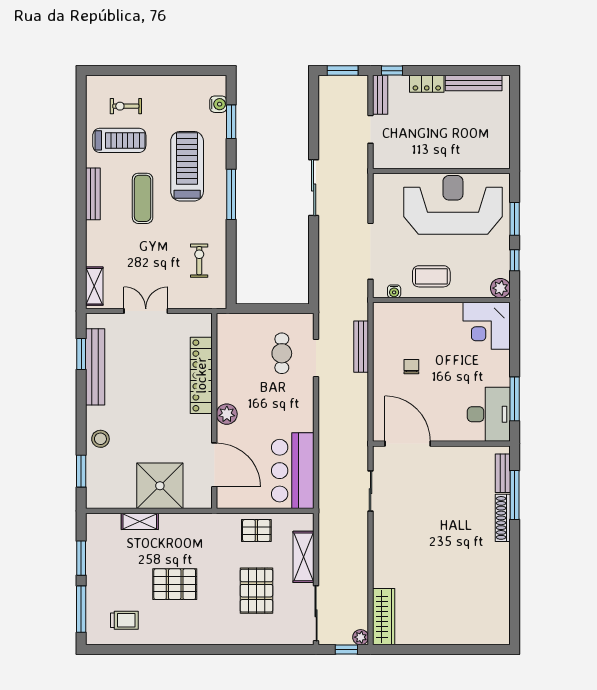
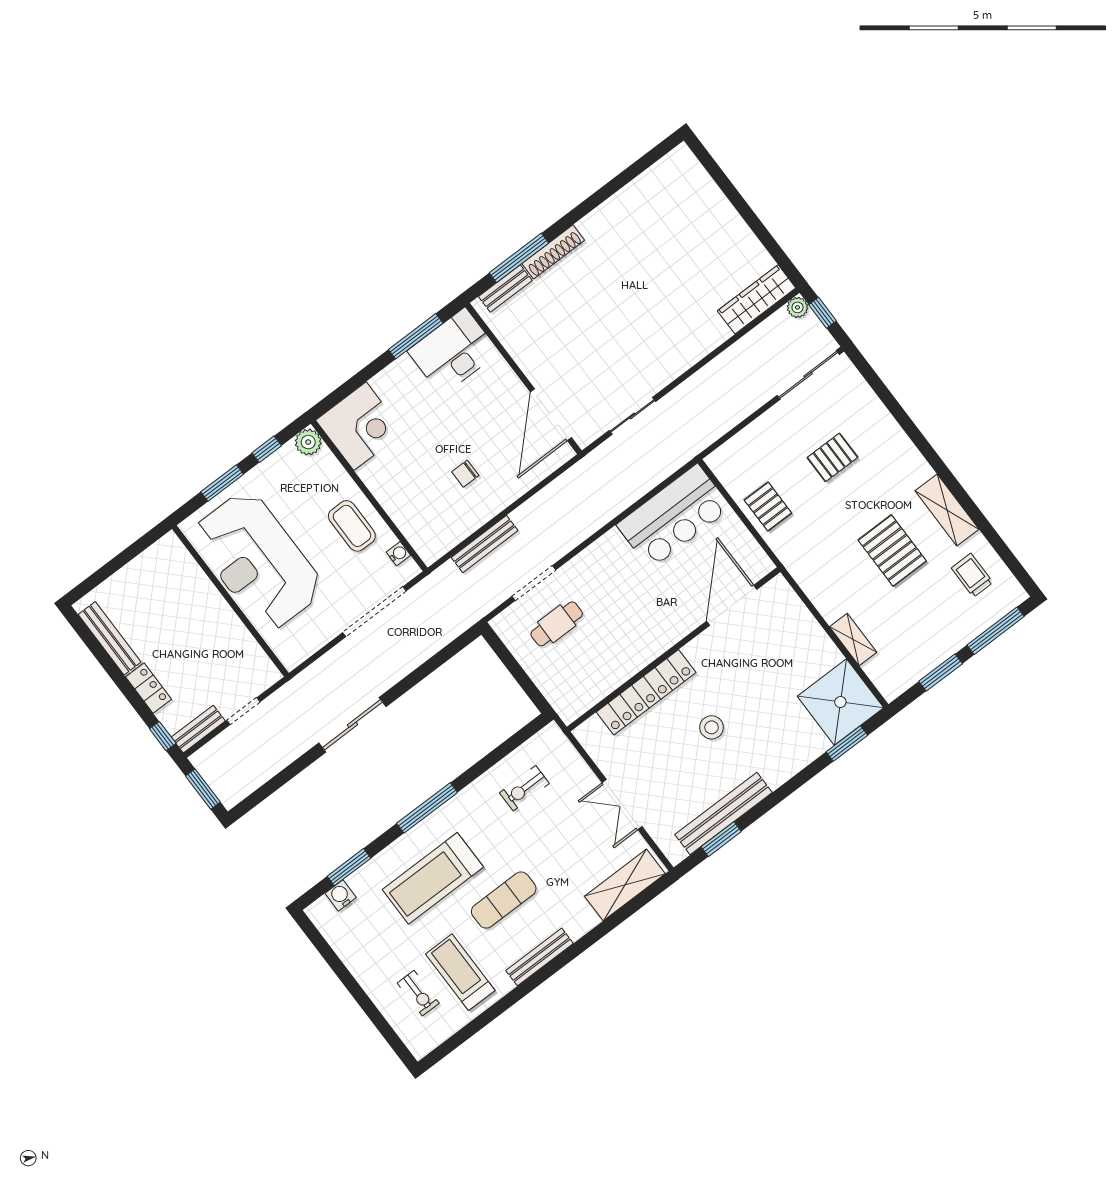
shelving: (94, 286) -> (625, 885), width x1.50, depth x1.33
plant: (227, 414) -> (667, 633), removed
stool: (100, 439) -> (711, 727), moved
shower: (160, 486) -> (840, 702), moved
shelving: (304, 557) -> (947, 510), moved, turned 90
pallet: (256, 591) -> (832, 457), width x0.67, depth x0.71

